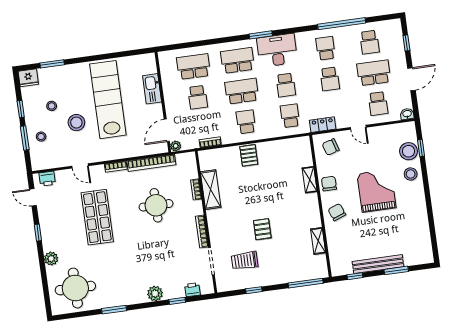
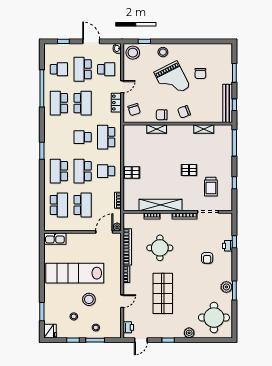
school desk: (325, 48) -> (59, 103), width x1.85
desk: (277, 50) -> (55, 140), removed
school desk: (193, 67) -> (59, 205), turned 180
school desk: (330, 79) -> (83, 103), width x1.85
school desk: (286, 85) -> (83, 137), turned 180
kitchen sink: (152, 89) -> (55, 239), moved
school desk: (198, 97) -> (83, 205), width x1.85
school desk: (290, 116) -> (106, 137), width x1.85
locker: (323, 125) -> (116, 103), moved
door: (167, 130) -> (104, 232), swing flipped
stool: (408, 151) -> (133, 53), moved
shelving: (211, 190) -> (161, 205), width x1.47
grand piano: (376, 191) -> (172, 80), turned -117
shop shelf: (97, 217) -> (163, 293), turned 90
chair: (390, 226) -> (200, 73), added
bench: (378, 264) -> (228, 103), moved
armchair: (151, 268) -> (207, 258), added
printer: (192, 290) -> (227, 246), moved
plant: (155, 293) -> (226, 287), moved

